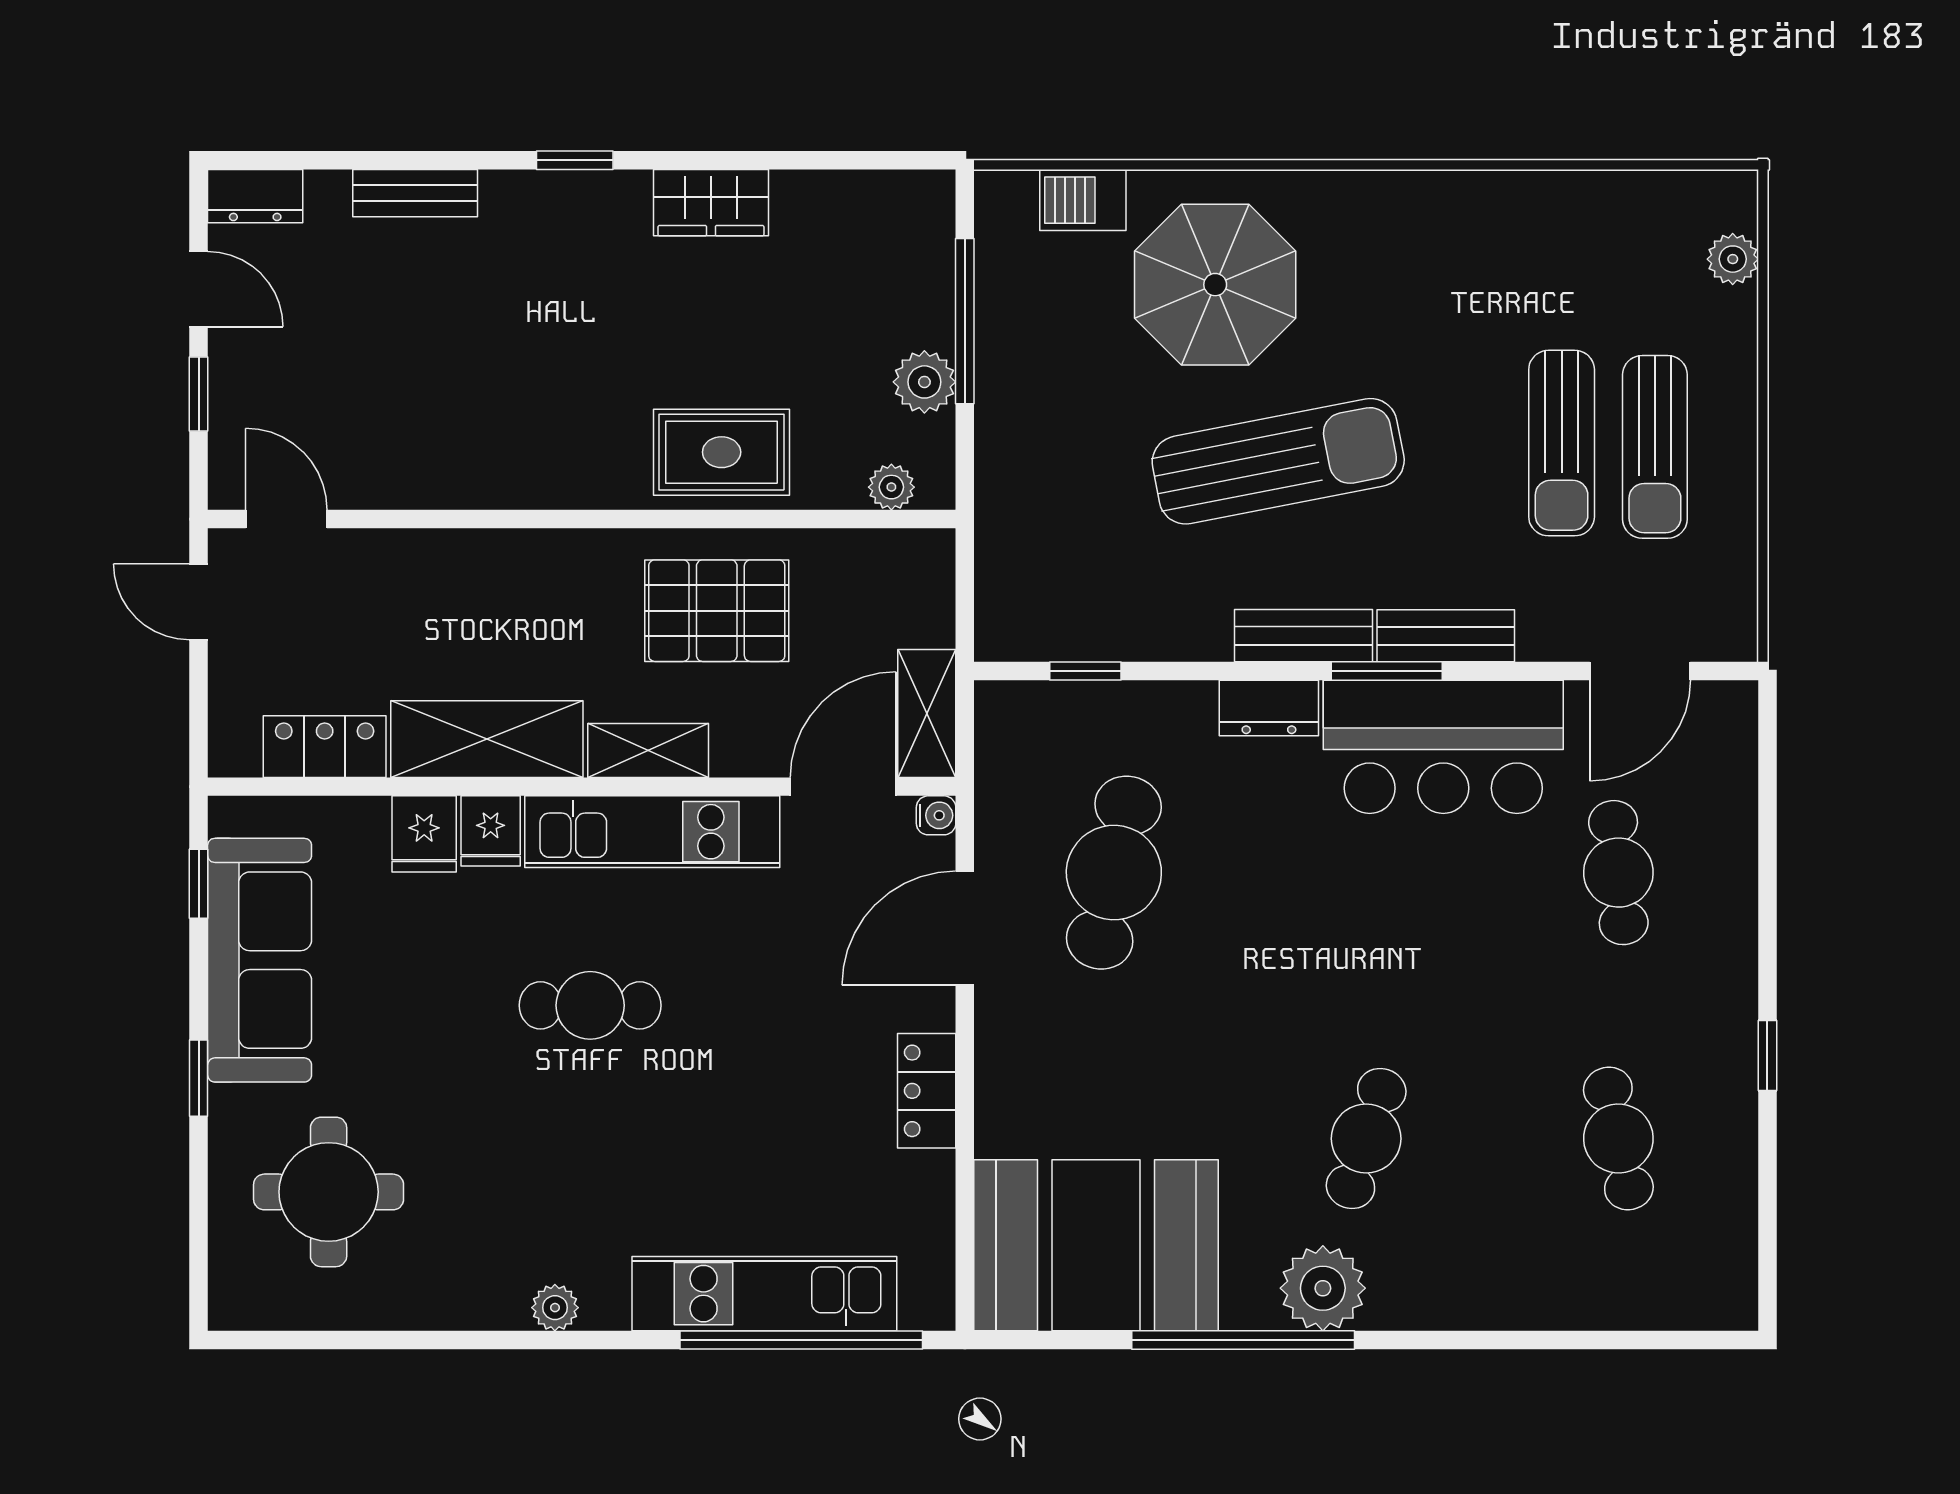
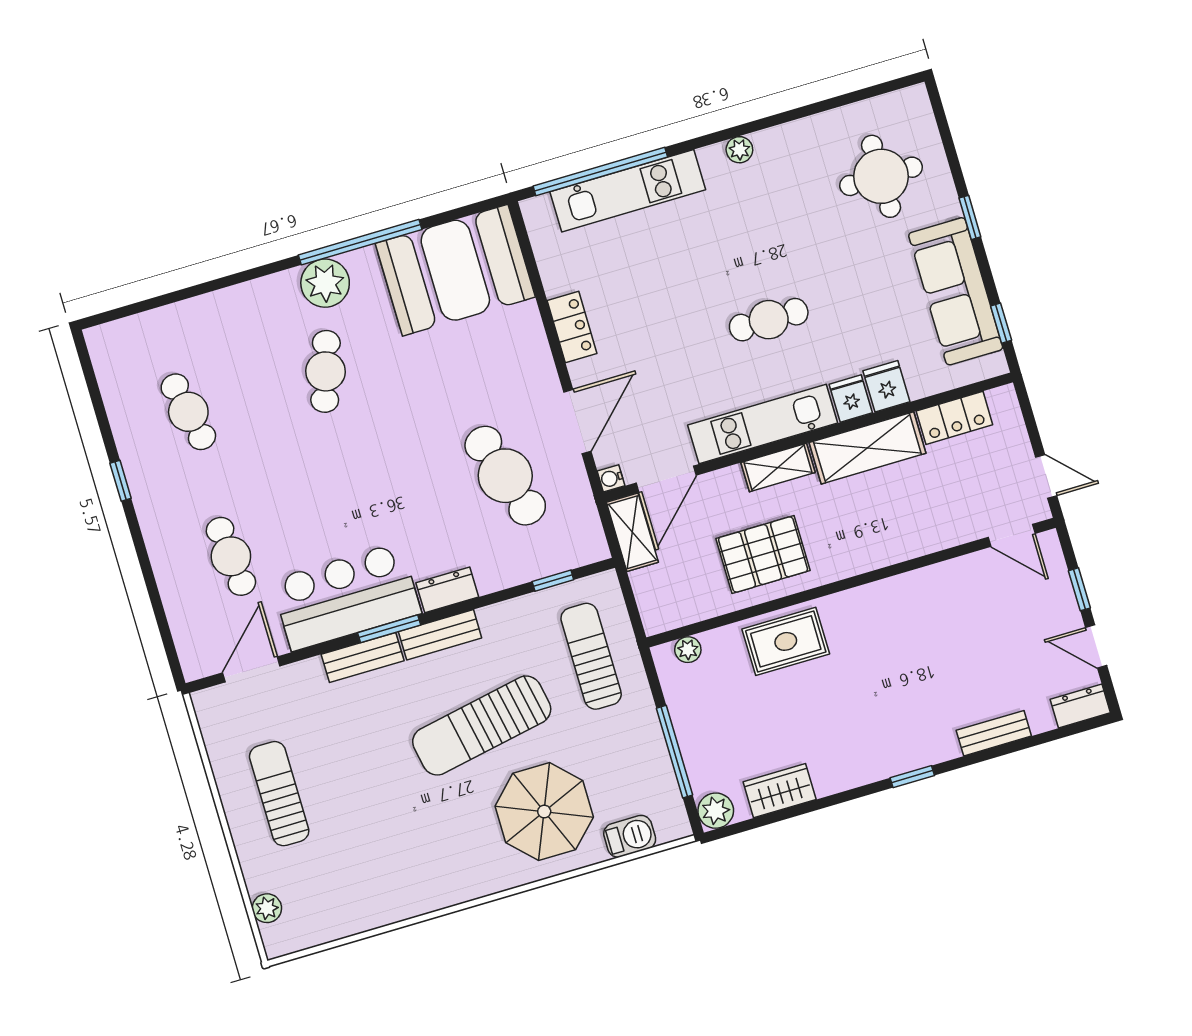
wardrobe: (711, 203) -> (780, 791), moved
plant: (924, 382) -> (716, 811), moved
sun lounger: (1562, 443) -> (591, 656), moved
cafe table: (1114, 873) -> (505, 476), turned -30

